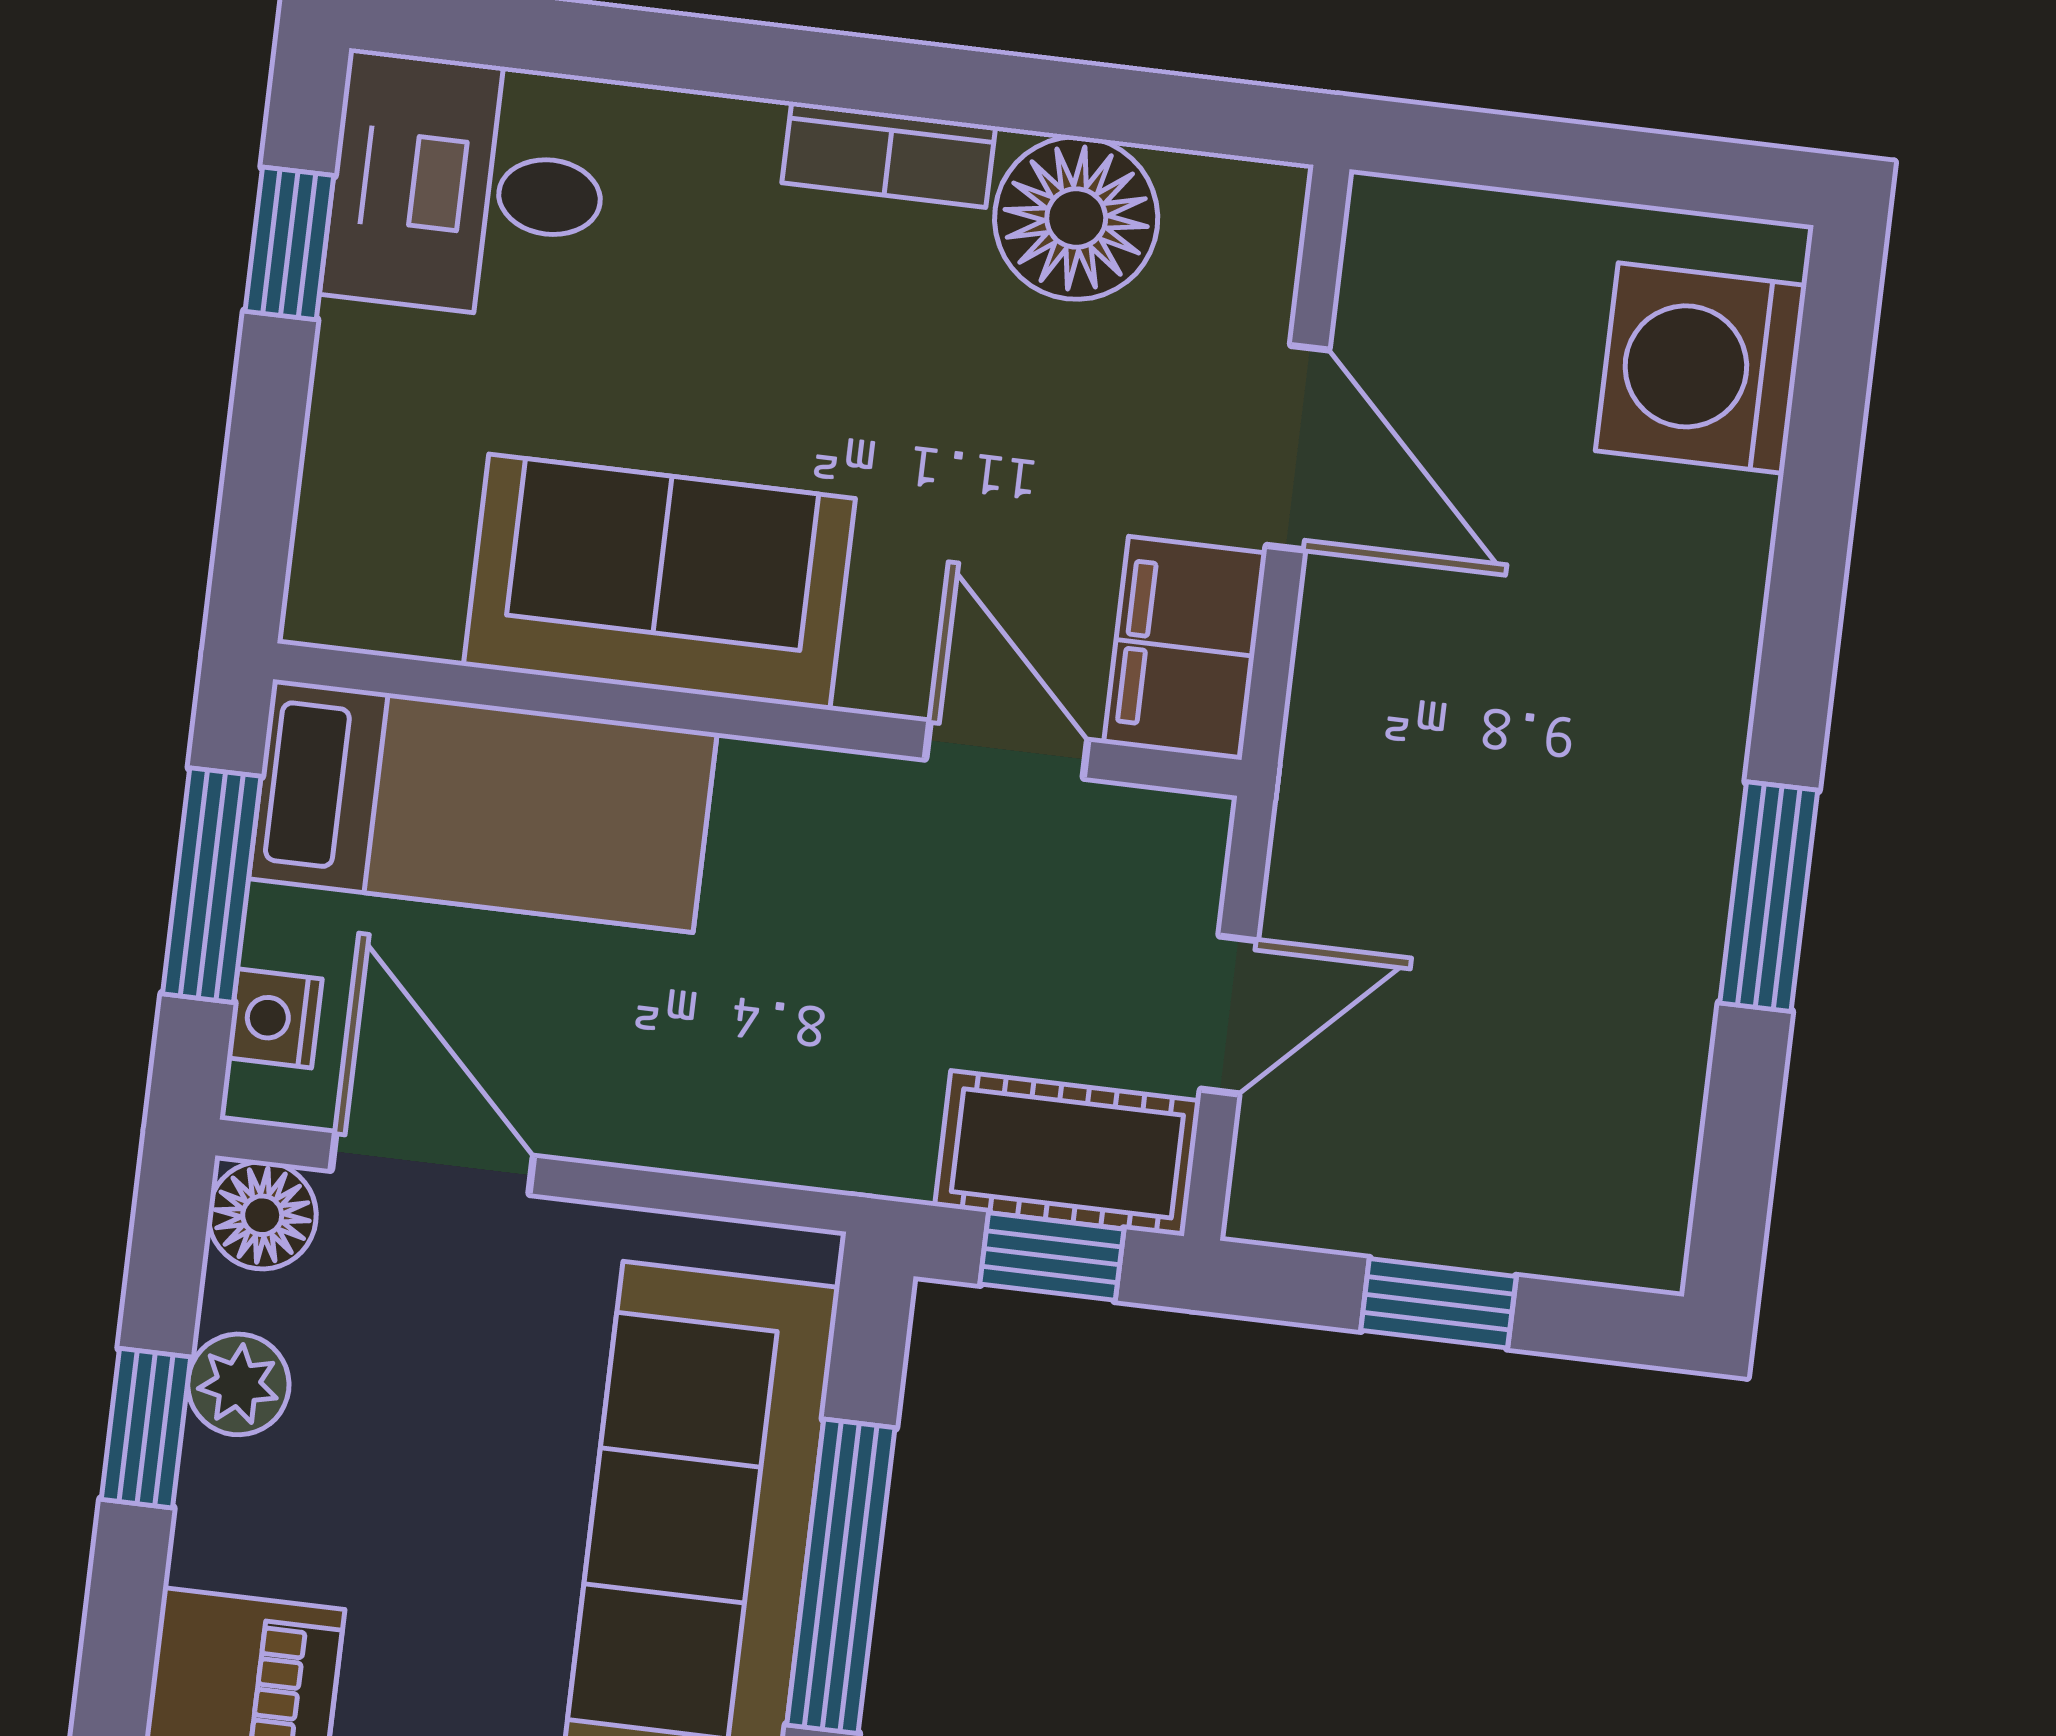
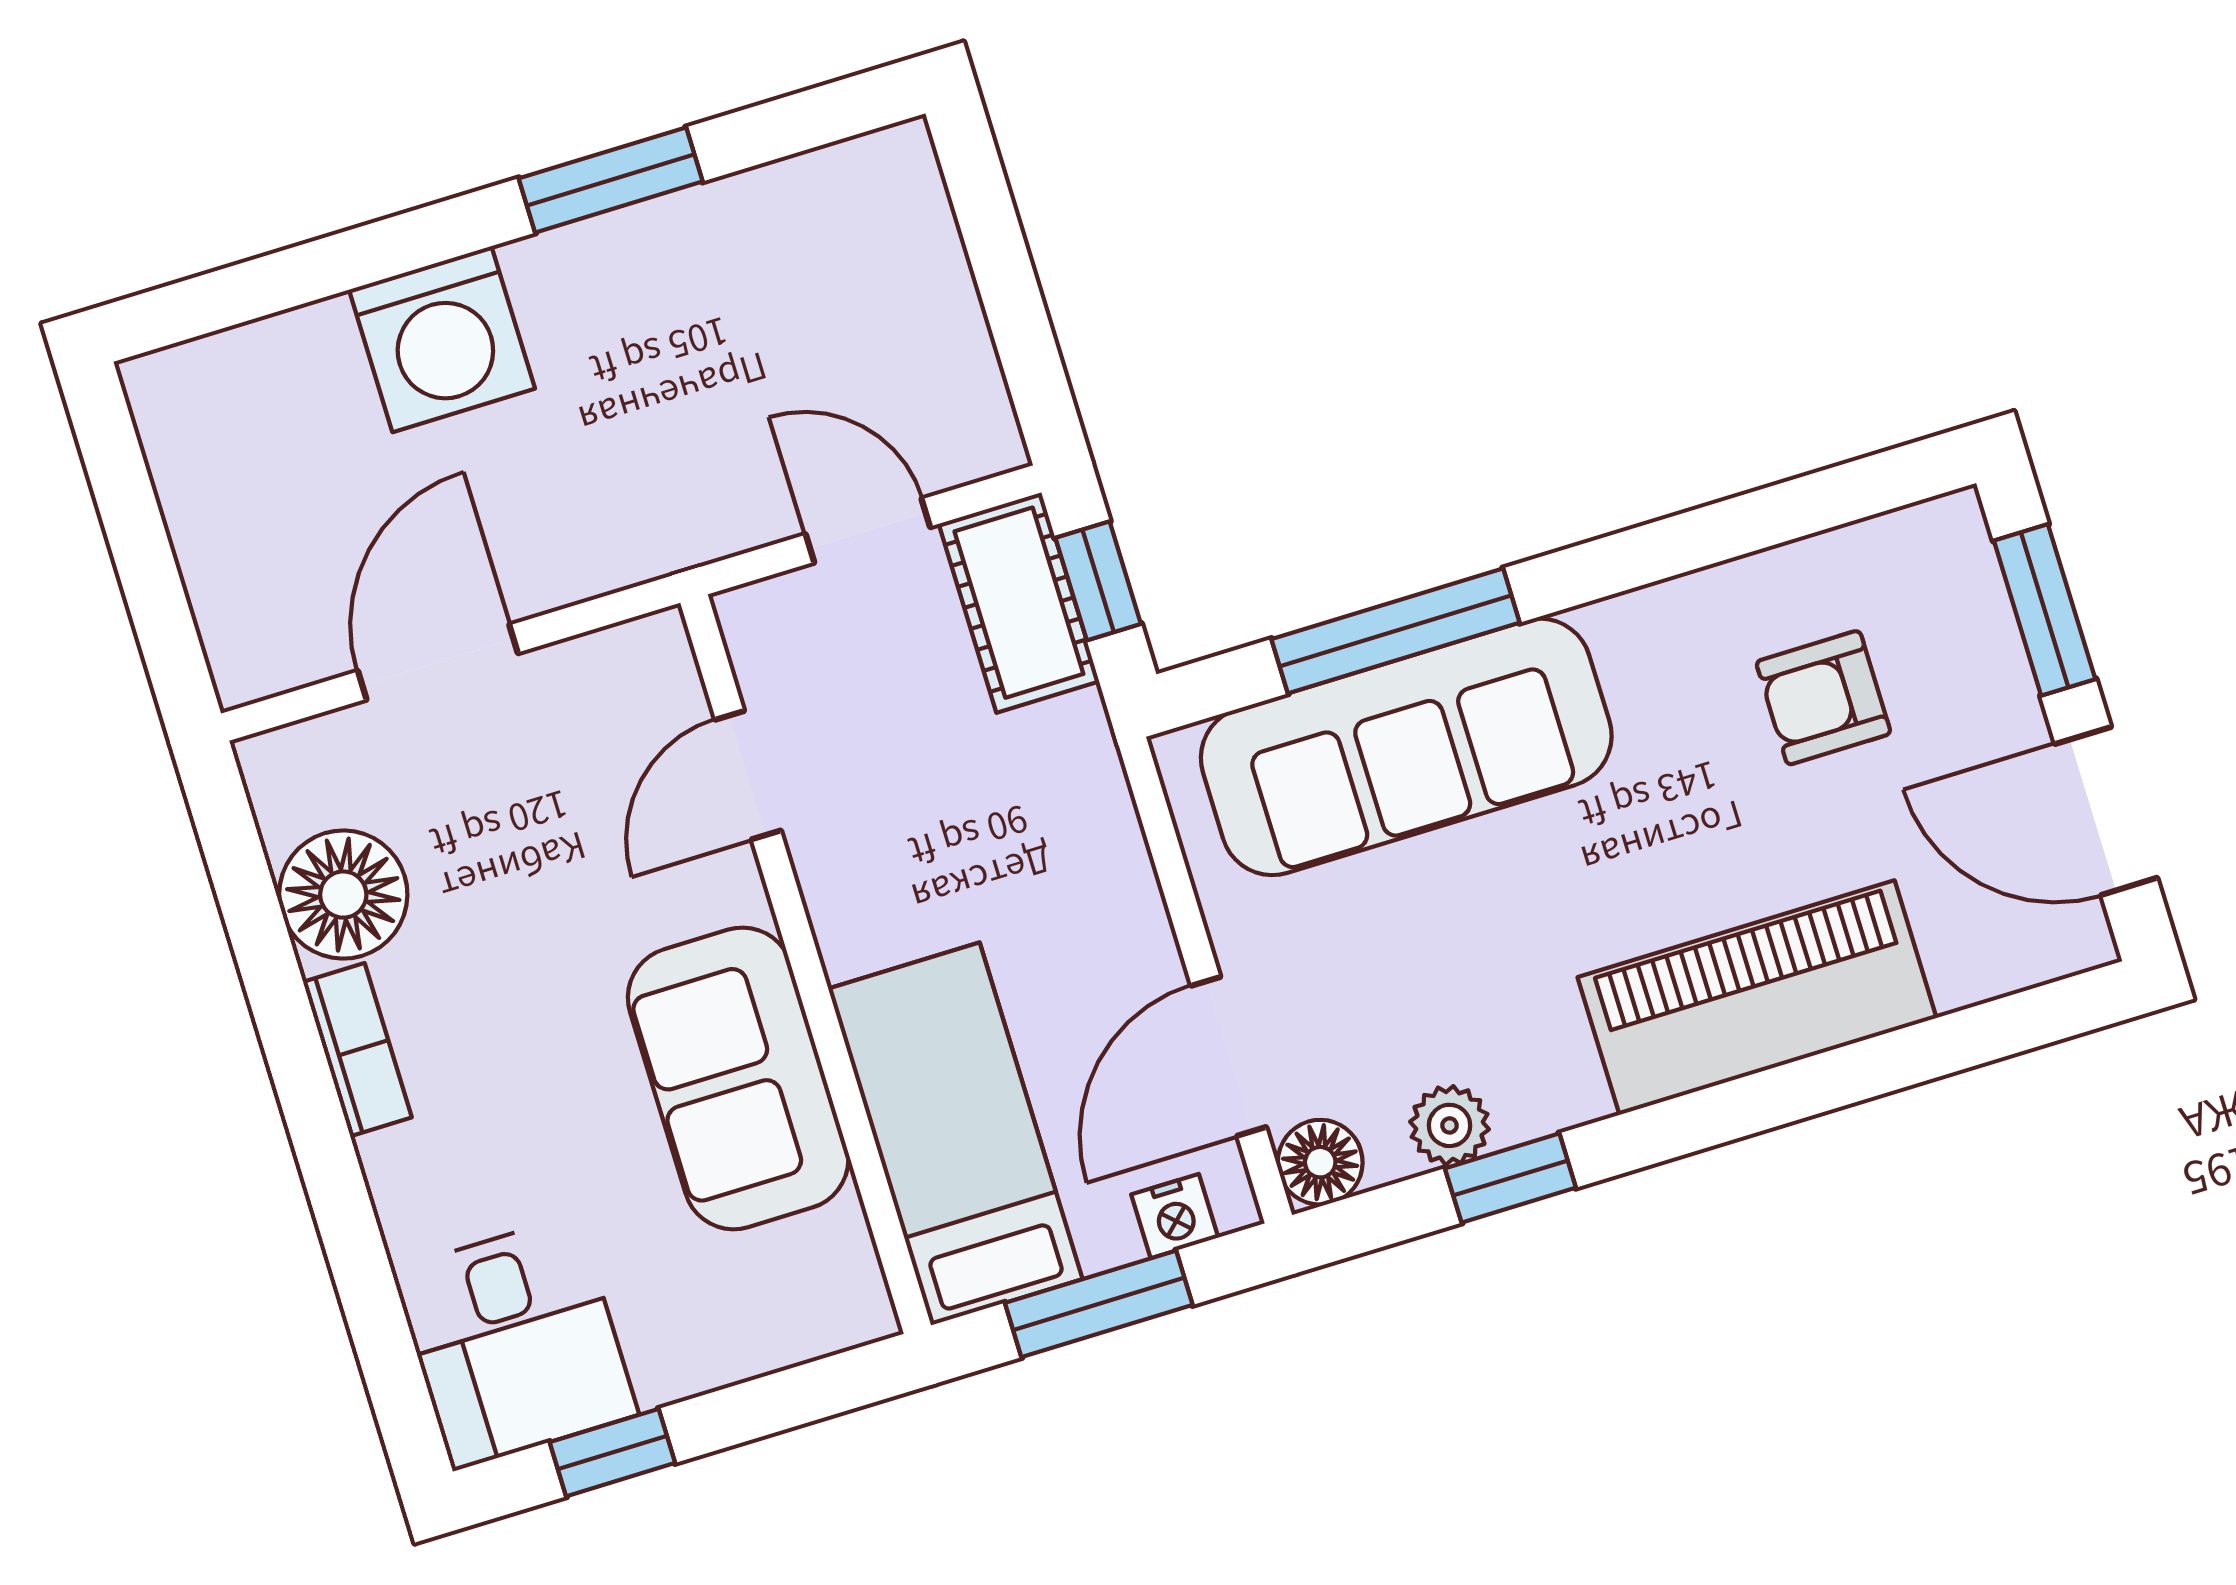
washing machine: (1701, 368) -> (442, 339), moved
filing cabinet: (1185, 648) -> (618, 679), removed
window: (1438, 1303) -> (1009, 288), removed

